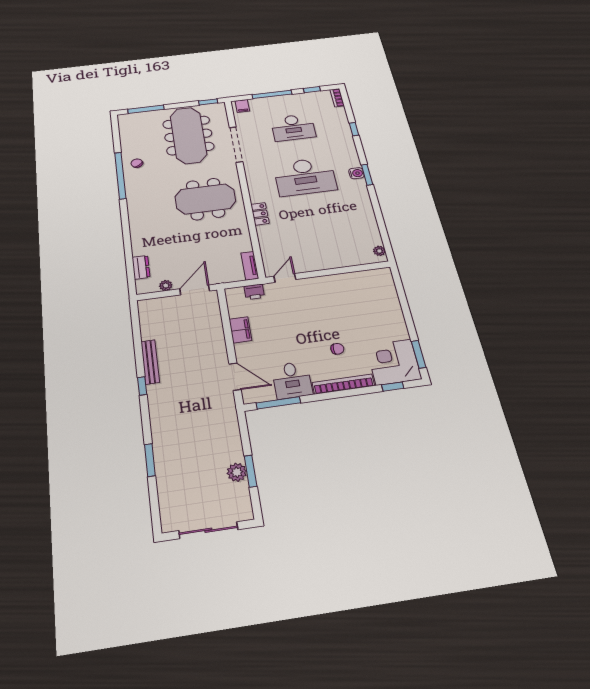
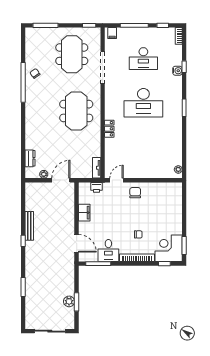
meeting table: (188, 135) -> (72, 54), width x0.73
water cooler: (356, 173) -> (177, 71), moved
meeting table: (205, 199) -> (76, 111), turned 90
chair: (319, 291) -> (135, 193), added

